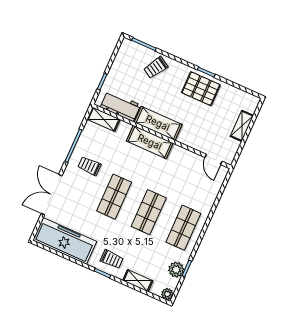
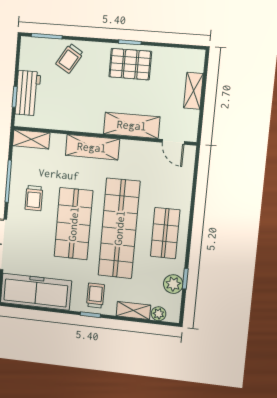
workbench: (120, 106) -> (28, 93), moved, turned 90
shelving: (158, 123) -> (132, 125), moved
trolley: (89, 166) -> (34, 198), turned -90
shop shelf: (114, 197) -> (73, 224), width x1.43, depth x1.36
shop shelf: (149, 212) -> (119, 228), width x2.00, depth x1.36
trolley: (112, 259) -> (95, 296), turned -90
plant: (167, 294) -> (159, 314), moved

